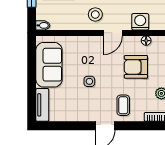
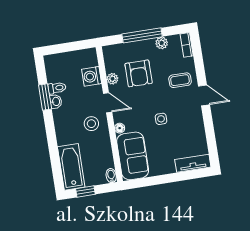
plant: (135, 41) -> (112, 79), added
floor lamp: (146, 41) -> (120, 128), moved
sofa: (49, 65) -> (133, 156), moved, turned 90

